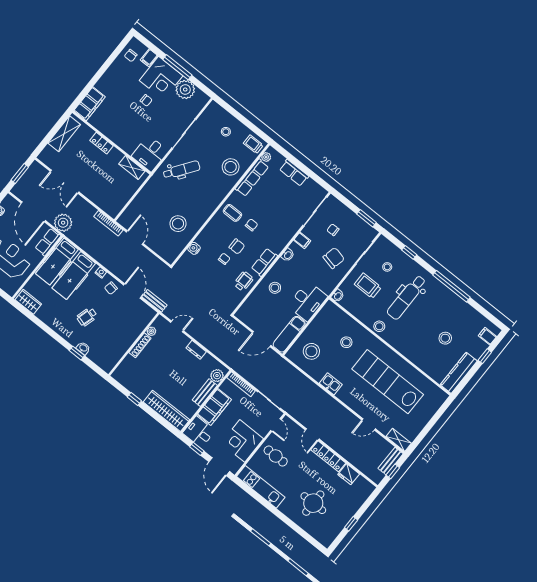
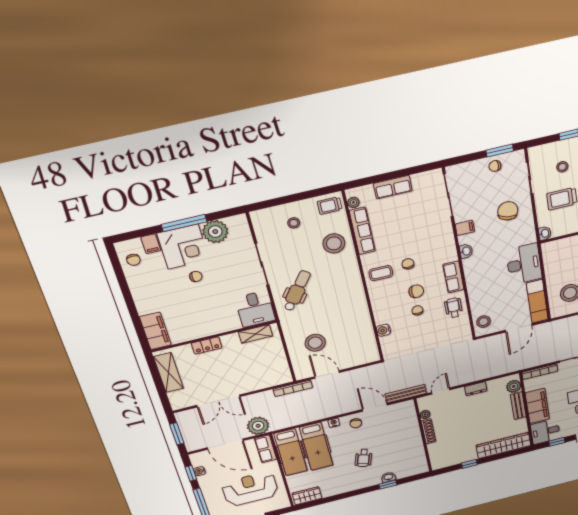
stool: (178, 224) -> (315, 343), moved
chair: (333, 230) -> (495, 166), moved
stool: (275, 288) -> (484, 322), moved
bench: (154, 301) -> (406, 394), width x1.36

